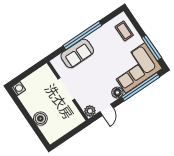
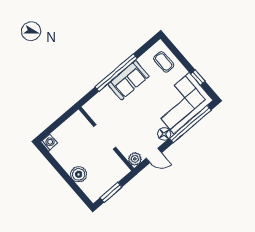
window: (152, 48) -> (198, 78), width x0.46
sofa: (77, 53) -> (129, 80), moved
door: (107, 110) -> (154, 155), hinge flipped
window: (66, 137) -> (111, 192), added

